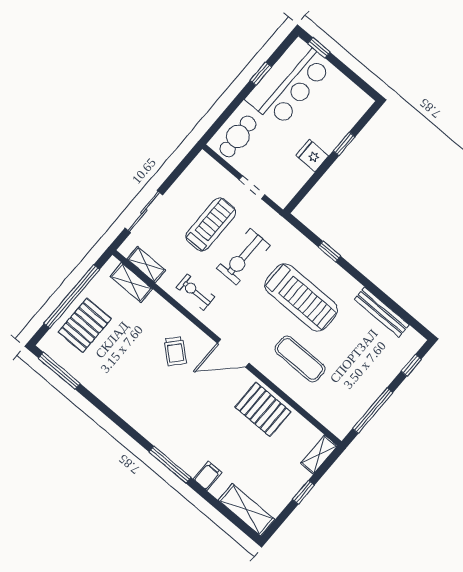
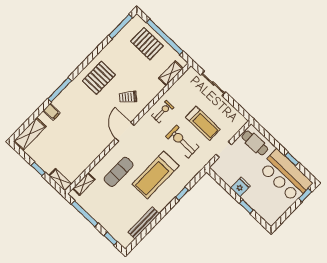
shelving: (146, 265) -> (84, 184), moved
pallet: (263, 409) -> (99, 78), moved

